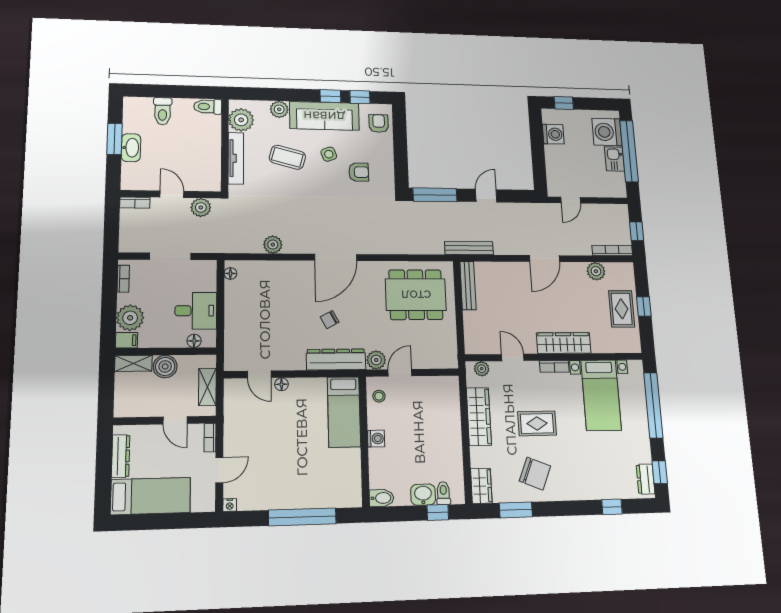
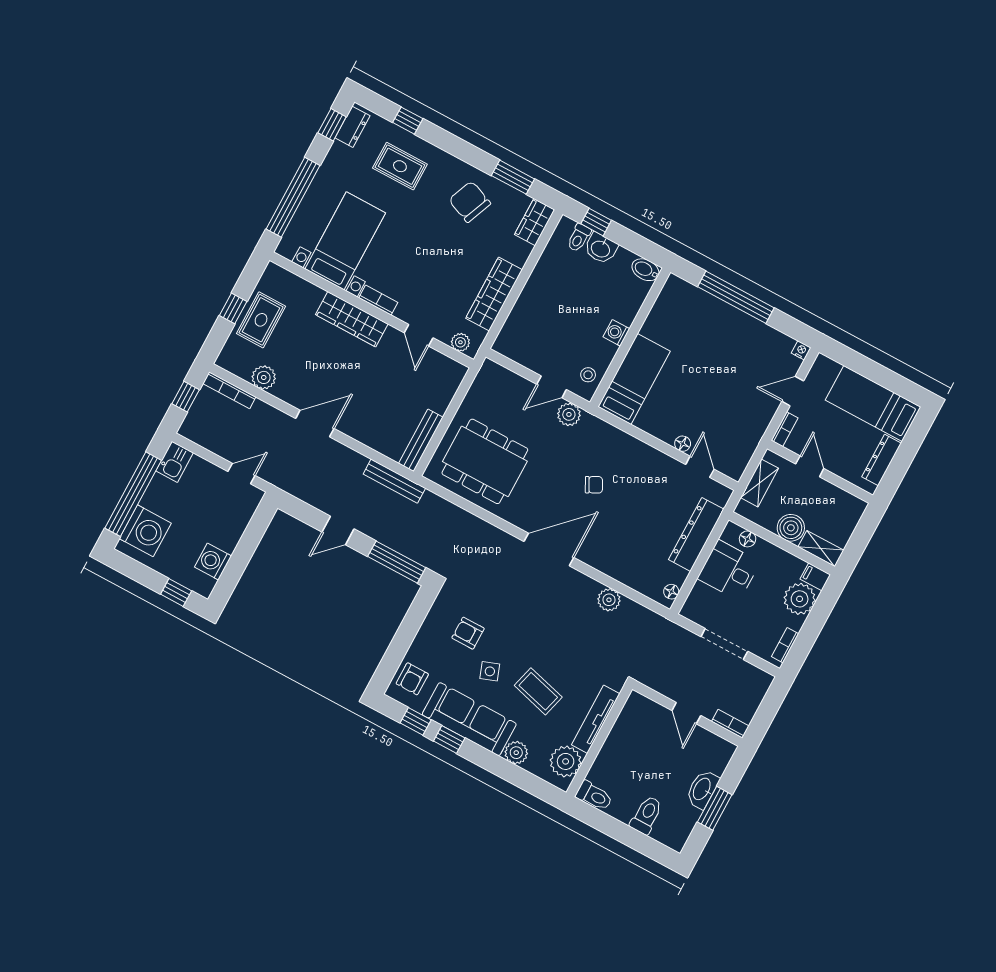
kitchen sink: (615, 159) -> (175, 462), moved
plant: (201, 207) -> (663, 682), removed
dresser: (336, 359) -> (696, 534), moved, turned 90
rug: (537, 423) -> (400, 166), moved

